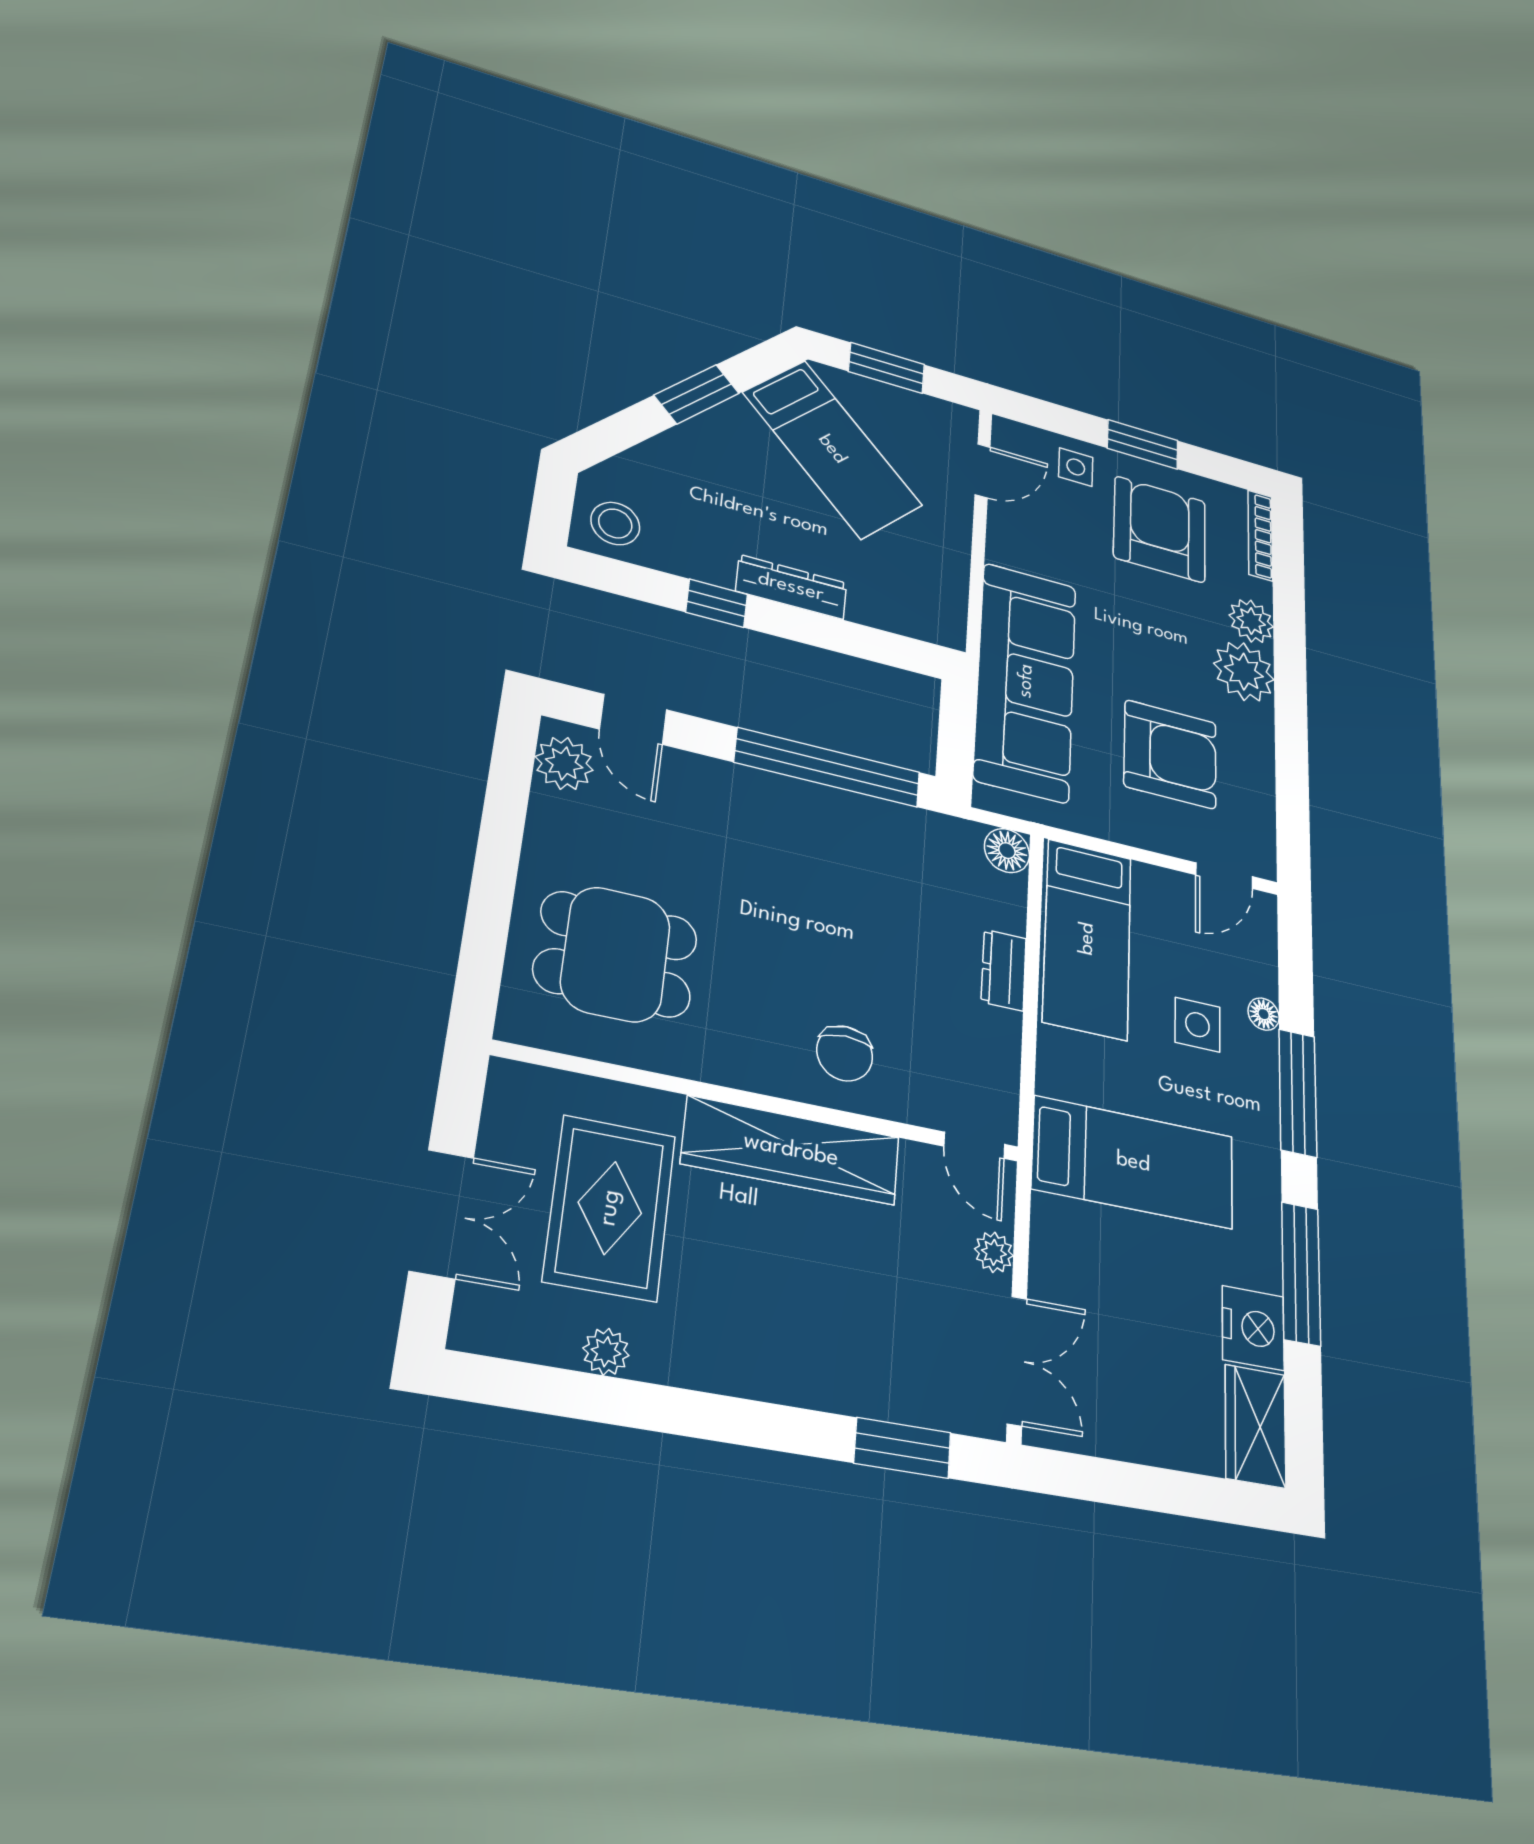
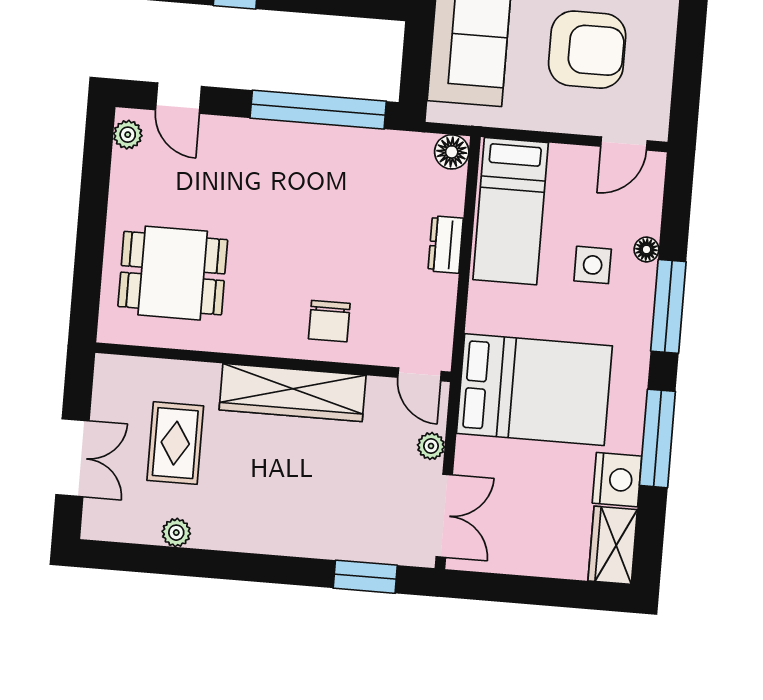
plant: (564, 763) -> (128, 135), width x0.73, depth x0.73
bed: (1133, 1162) -> (534, 390), width x1.50
rug: (610, 1208) -> (175, 443), width x0.73, depth x0.70

